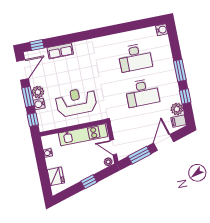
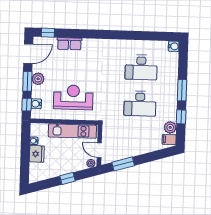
water cooler: (39, 104) -> (36, 104), moved
door: (164, 142) -> (150, 157), removed
fridge: (56, 176) -> (37, 154), moved

